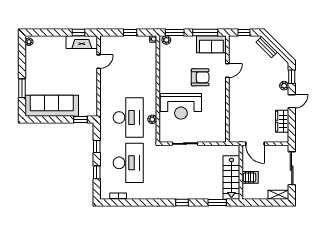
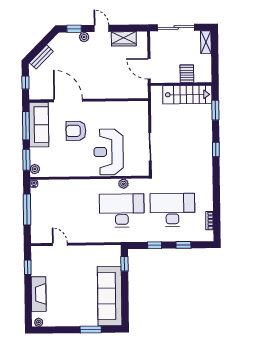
window: (130, 33) -> (27, 210), width x2.17
fireplace: (82, 42) -> (39, 294), moved
sofa: (211, 44) -> (39, 125), width x1.36
door: (227, 71) -> (68, 100), width x1.87
armchair: (200, 77) -> (76, 131), turned -90
reception desk: (181, 106) -> (109, 152), turned 180
door: (255, 144) -> (149, 69), swing flipped

